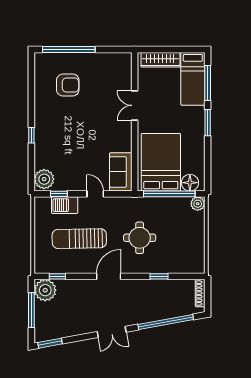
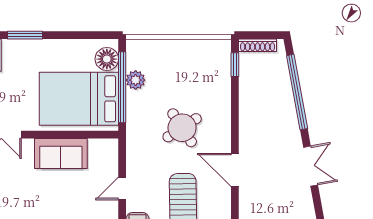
sofa: (121, 172) -> (61, 154), moved
plant: (198, 204) -> (136, 80), moved
round table: (140, 238) -> (182, 128), turned -33
window: (159, 276) -> (235, 65), moved

